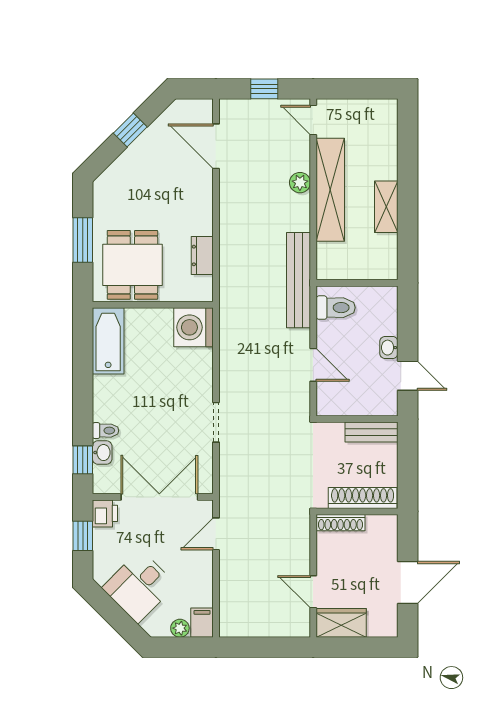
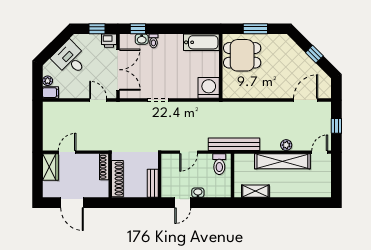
shelving: (386, 207) -> (255, 191), moved
dresser: (202, 255) -> (247, 93), removed

